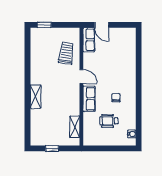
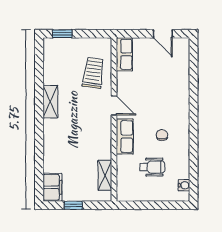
door: (102, 25) -> (163, 34), moved
shelving: (36, 97) -> (50, 102), moved
wheelchair: (109, 121) -> (152, 167), turned 180
filing cabinet: (37, 135) -> (52, 187), added

